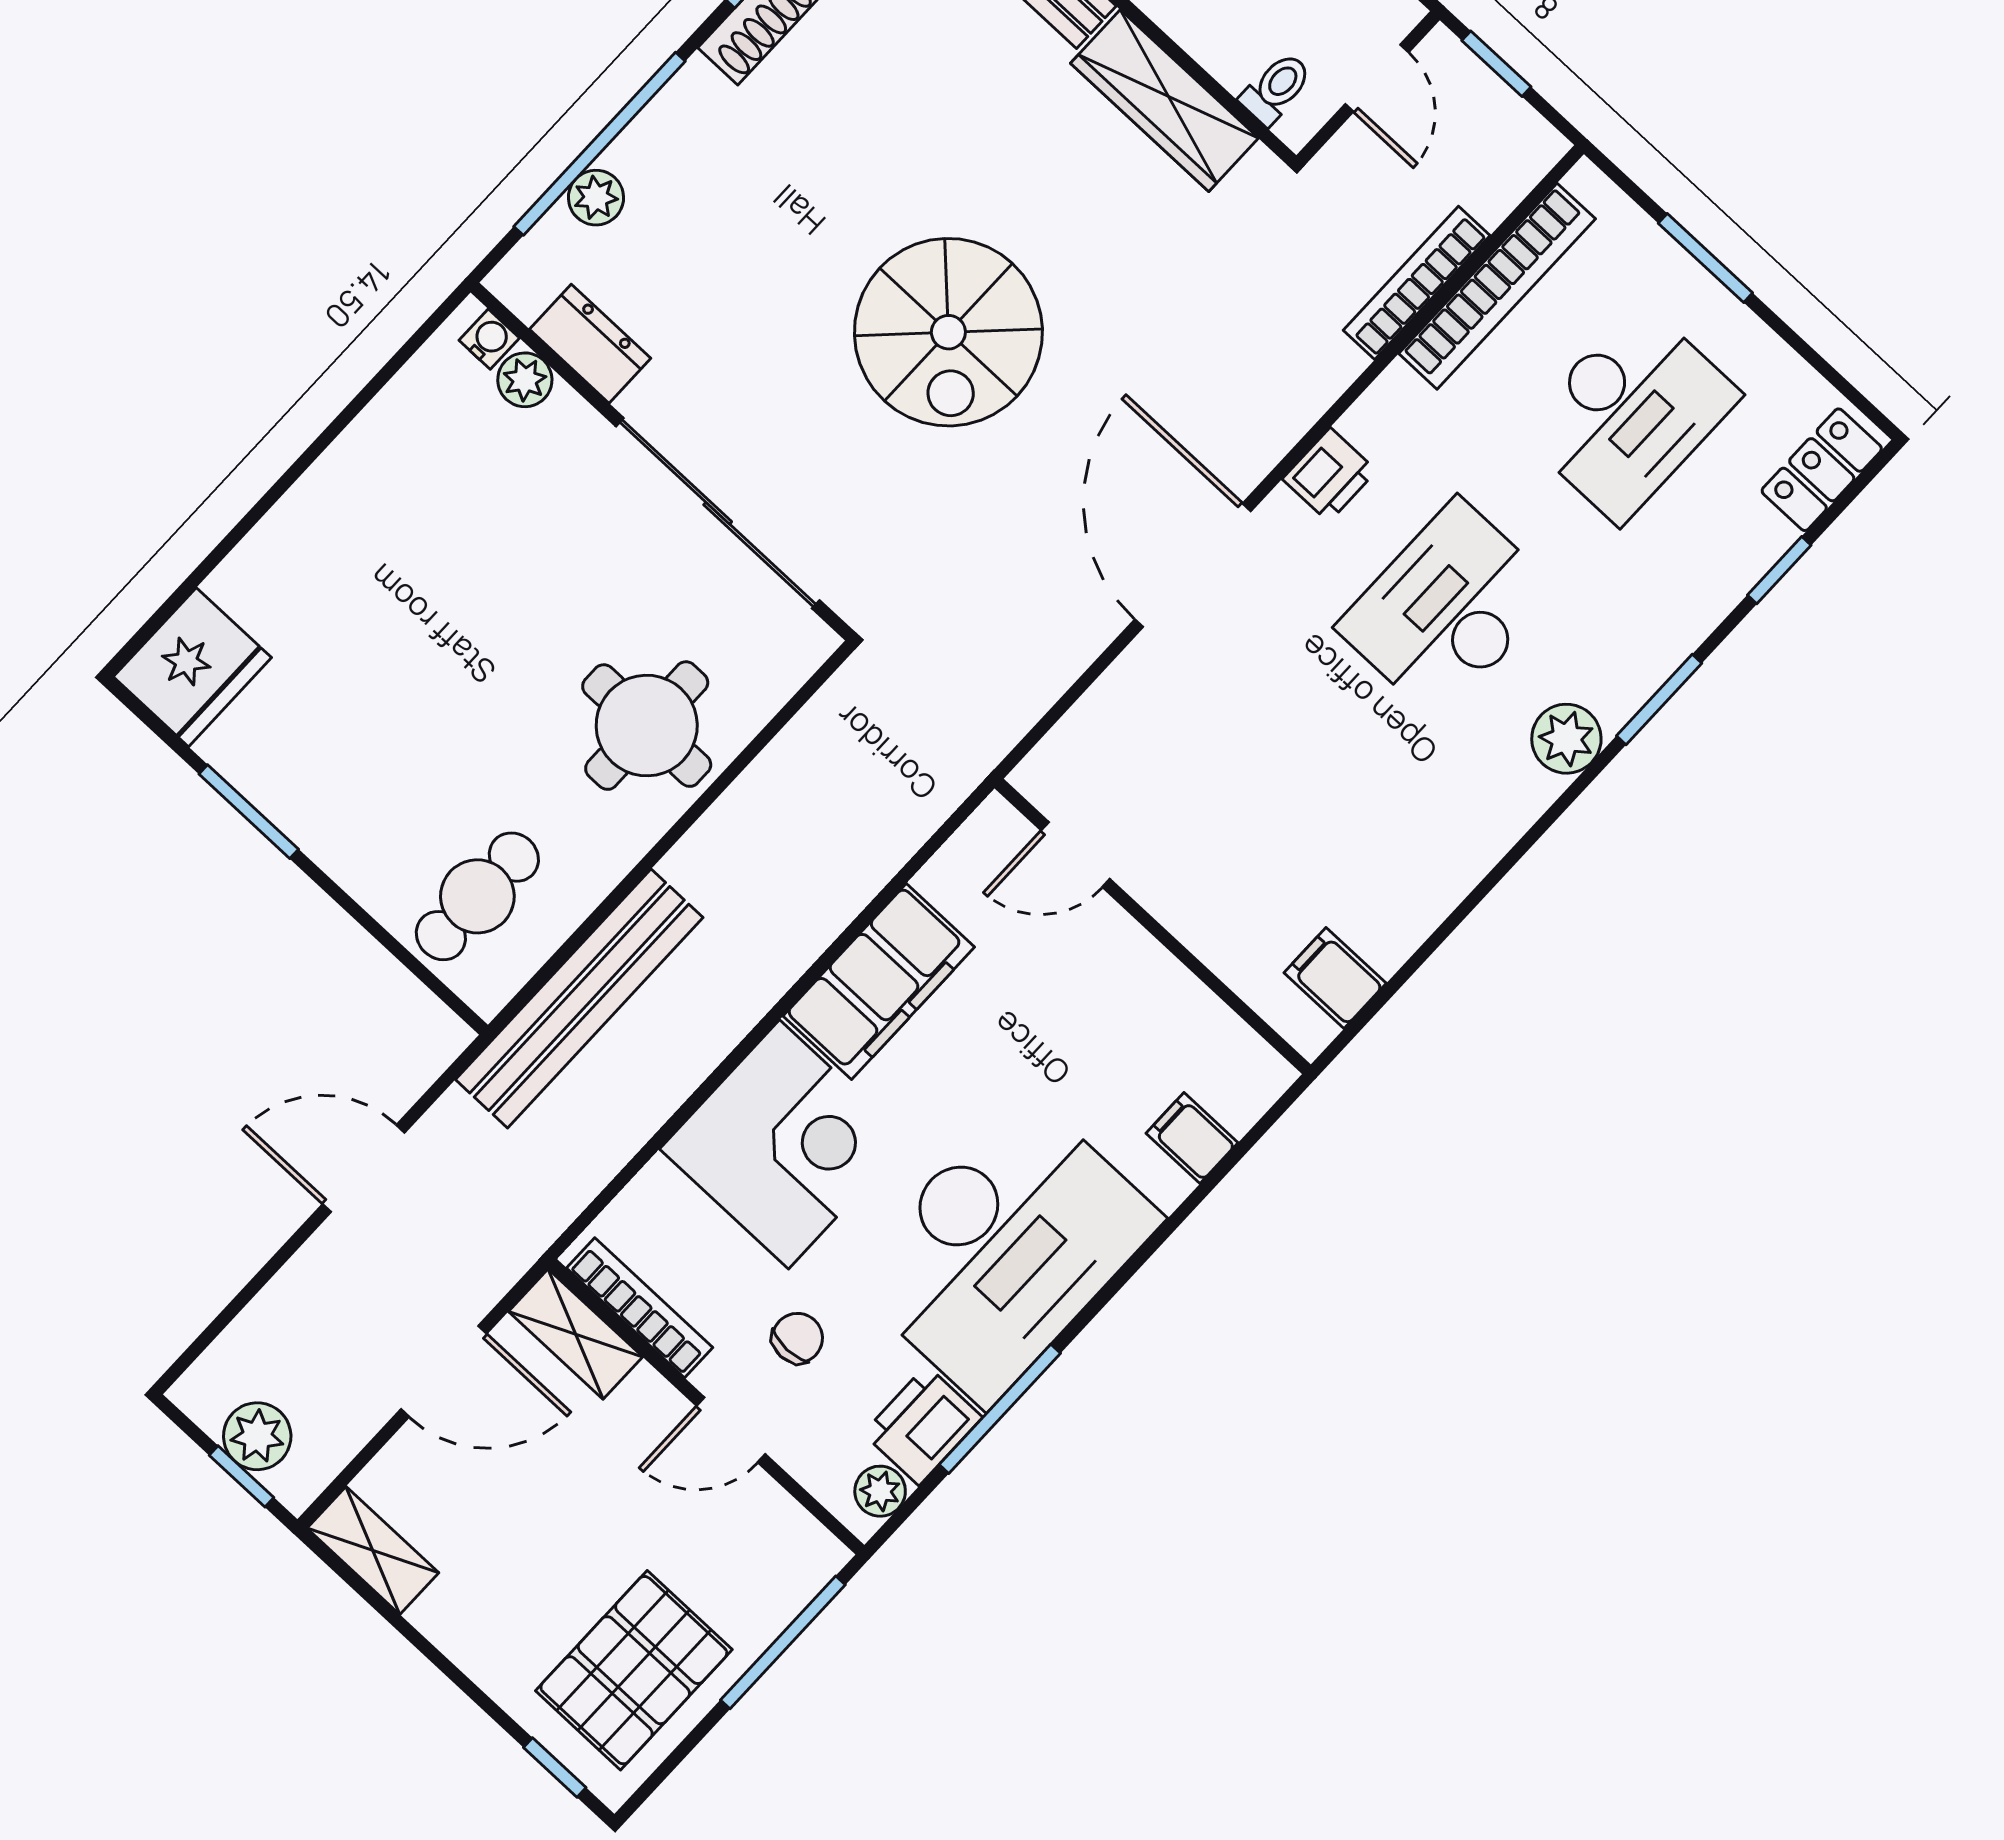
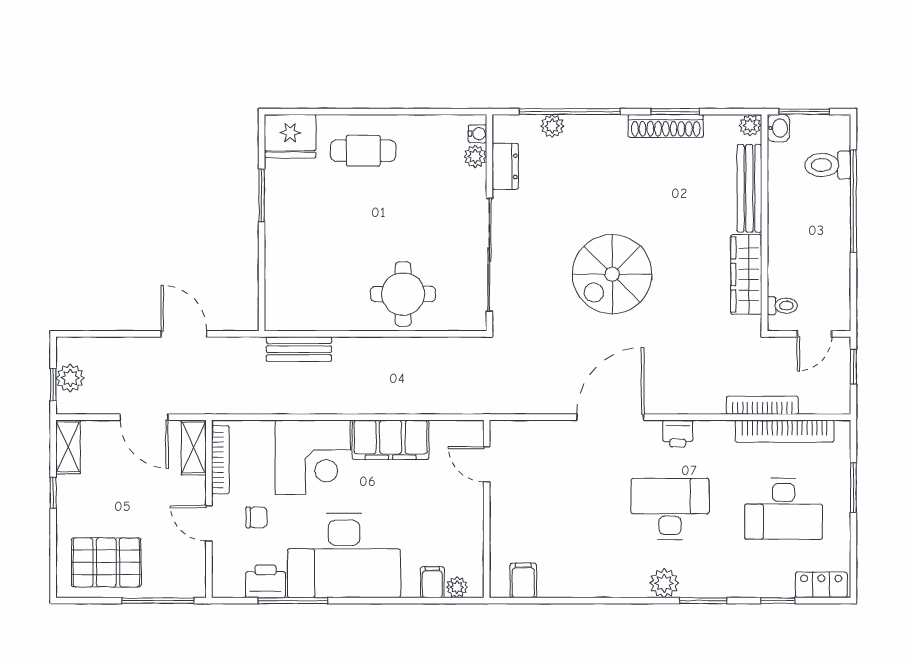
cafe table: (477, 896) -> (363, 151), moved
bench: (579, 999) -> (299, 349), width x0.54, depth x0.82
plant: (880, 1491) -> (457, 587), moved
window: (555, 1768) -> (53, 493), moved

